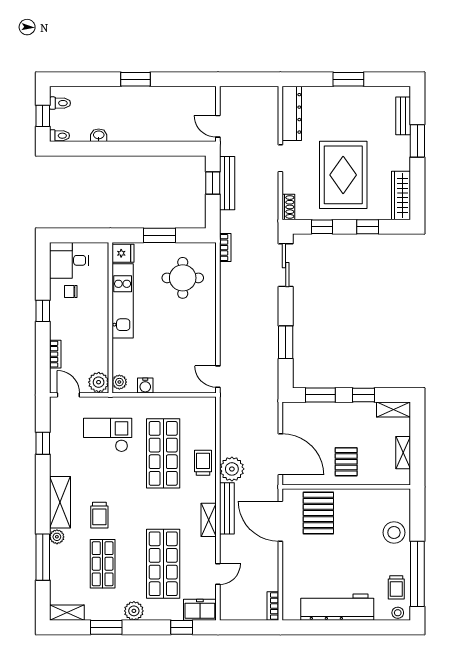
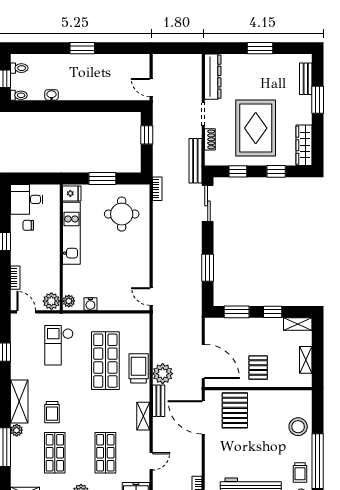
bench: (227, 183) -> (195, 161), moved
shoe rack: (288, 207) -> (210, 139), moved
checkout: (108, 435) -> (59, 345), turned -90
trolley: (203, 463) -> (139, 368), width x1.36, depth x1.39
bench: (227, 508) -> (159, 401), width x0.73
shop shelf: (163, 564) -> (105, 453), width x0.70, depth x0.74

